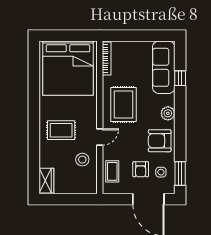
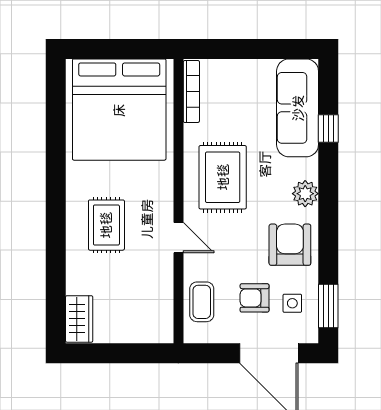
rug: (61, 130) -> (106, 225), turned 90
door: (100, 137) -> (178, 238), hinge flipped
armchair: (160, 141) -> (290, 245), turned 90
stool: (82, 160) -> (146, 280), removed
armchair: (141, 169) -> (255, 298), turned 90

